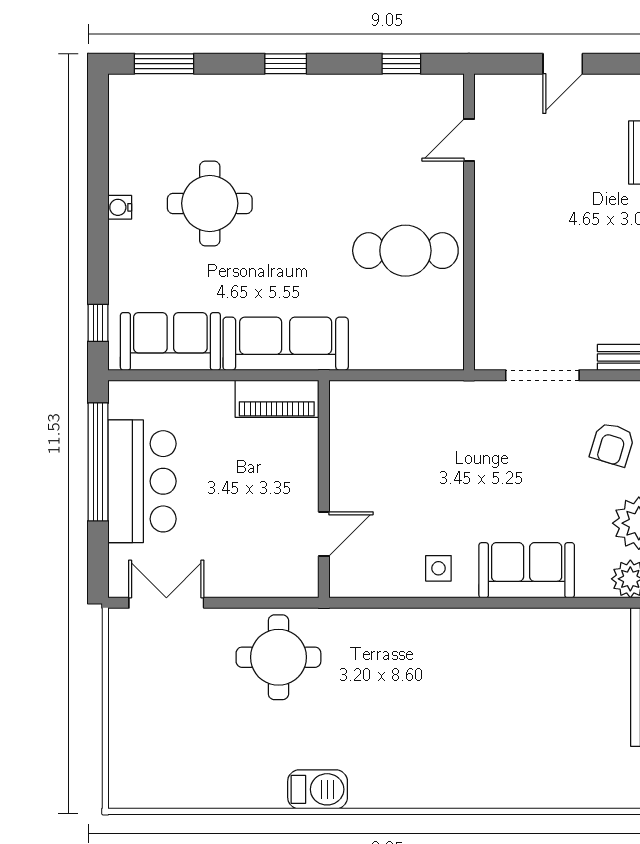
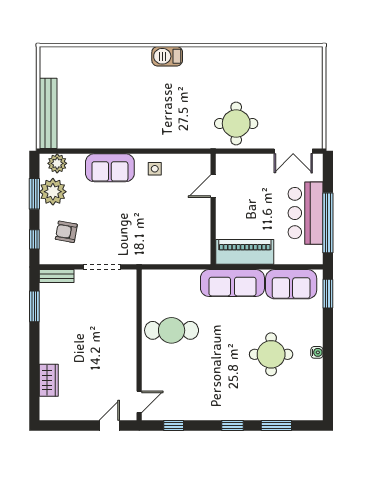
window: (164, 64) -> (276, 425), moved
door: (563, 64) -> (109, 425), moved
door: (469, 140) -> (139, 402), moved
window: (98, 323) -> (328, 294), width x1.50
piano: (277, 399) -> (245, 252), width x1.37, depth x1.33
armchair: (612, 444) -> (66, 232), turned -97
barbecue: (318, 789) -> (167, 56), moved

